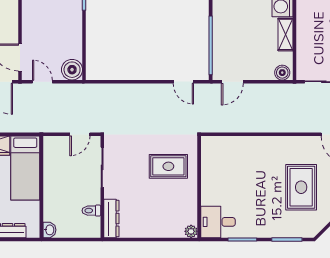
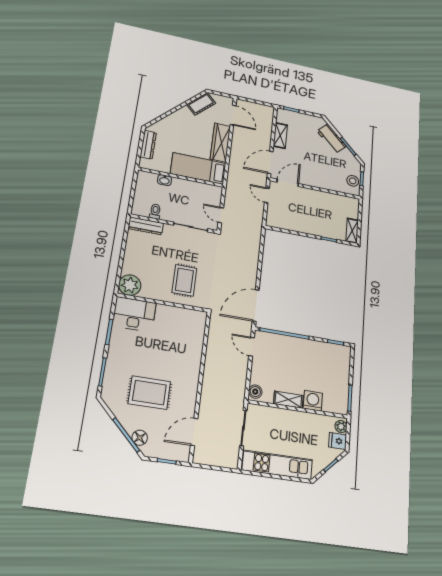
boiler: (72, 70) -> (274, 219), removed
door: (42, 82) -> (267, 195), swing flipped
door: (183, 82) -> (256, 305), width x1.88
desk: (218, 222) -> (134, 314), width x1.37
washbasin: (49, 230) -> (164, 180), moved
plant: (191, 231) -> (130, 285), width x1.88, depth x1.88

